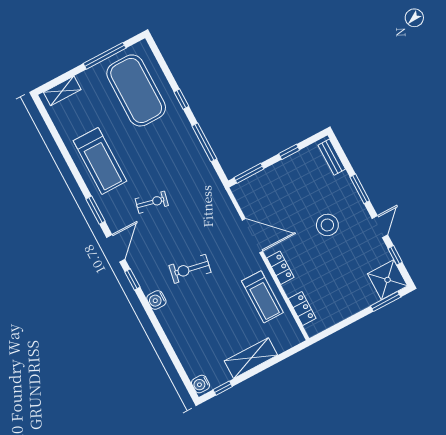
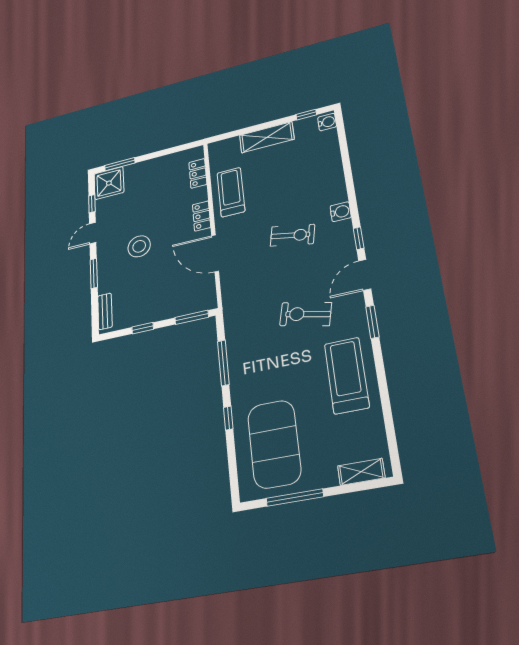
exercise bike: (152, 202) -> (306, 314), width x1.38, depth x1.39

